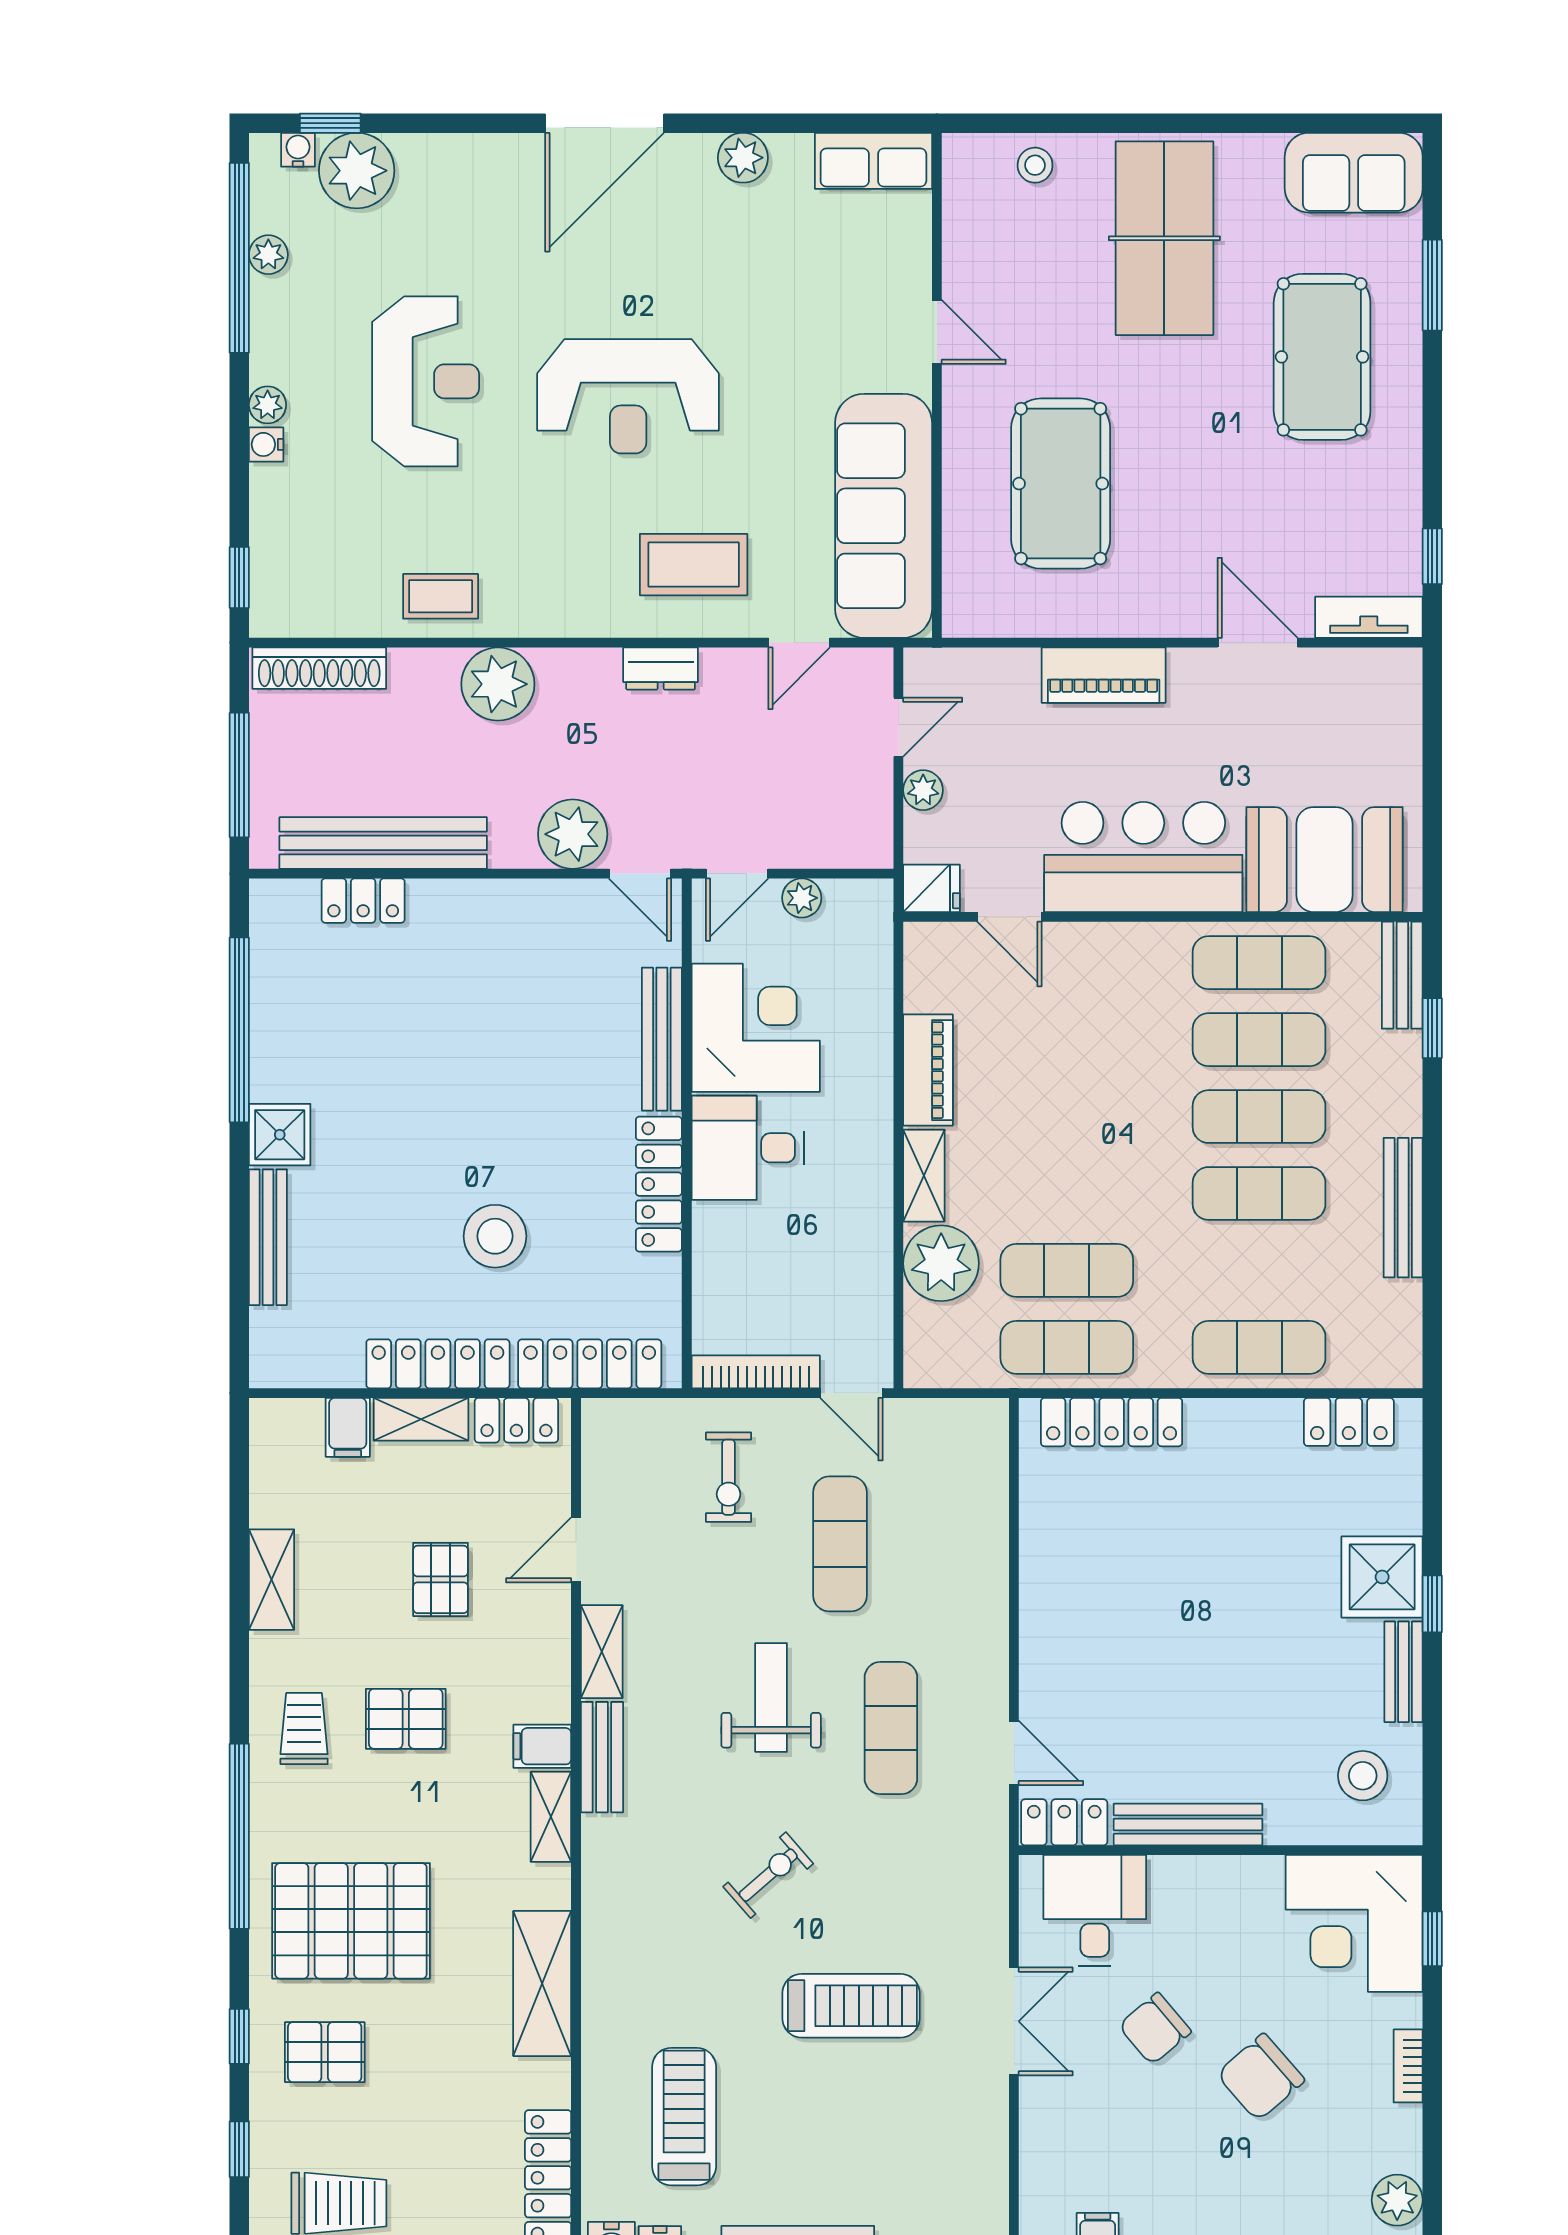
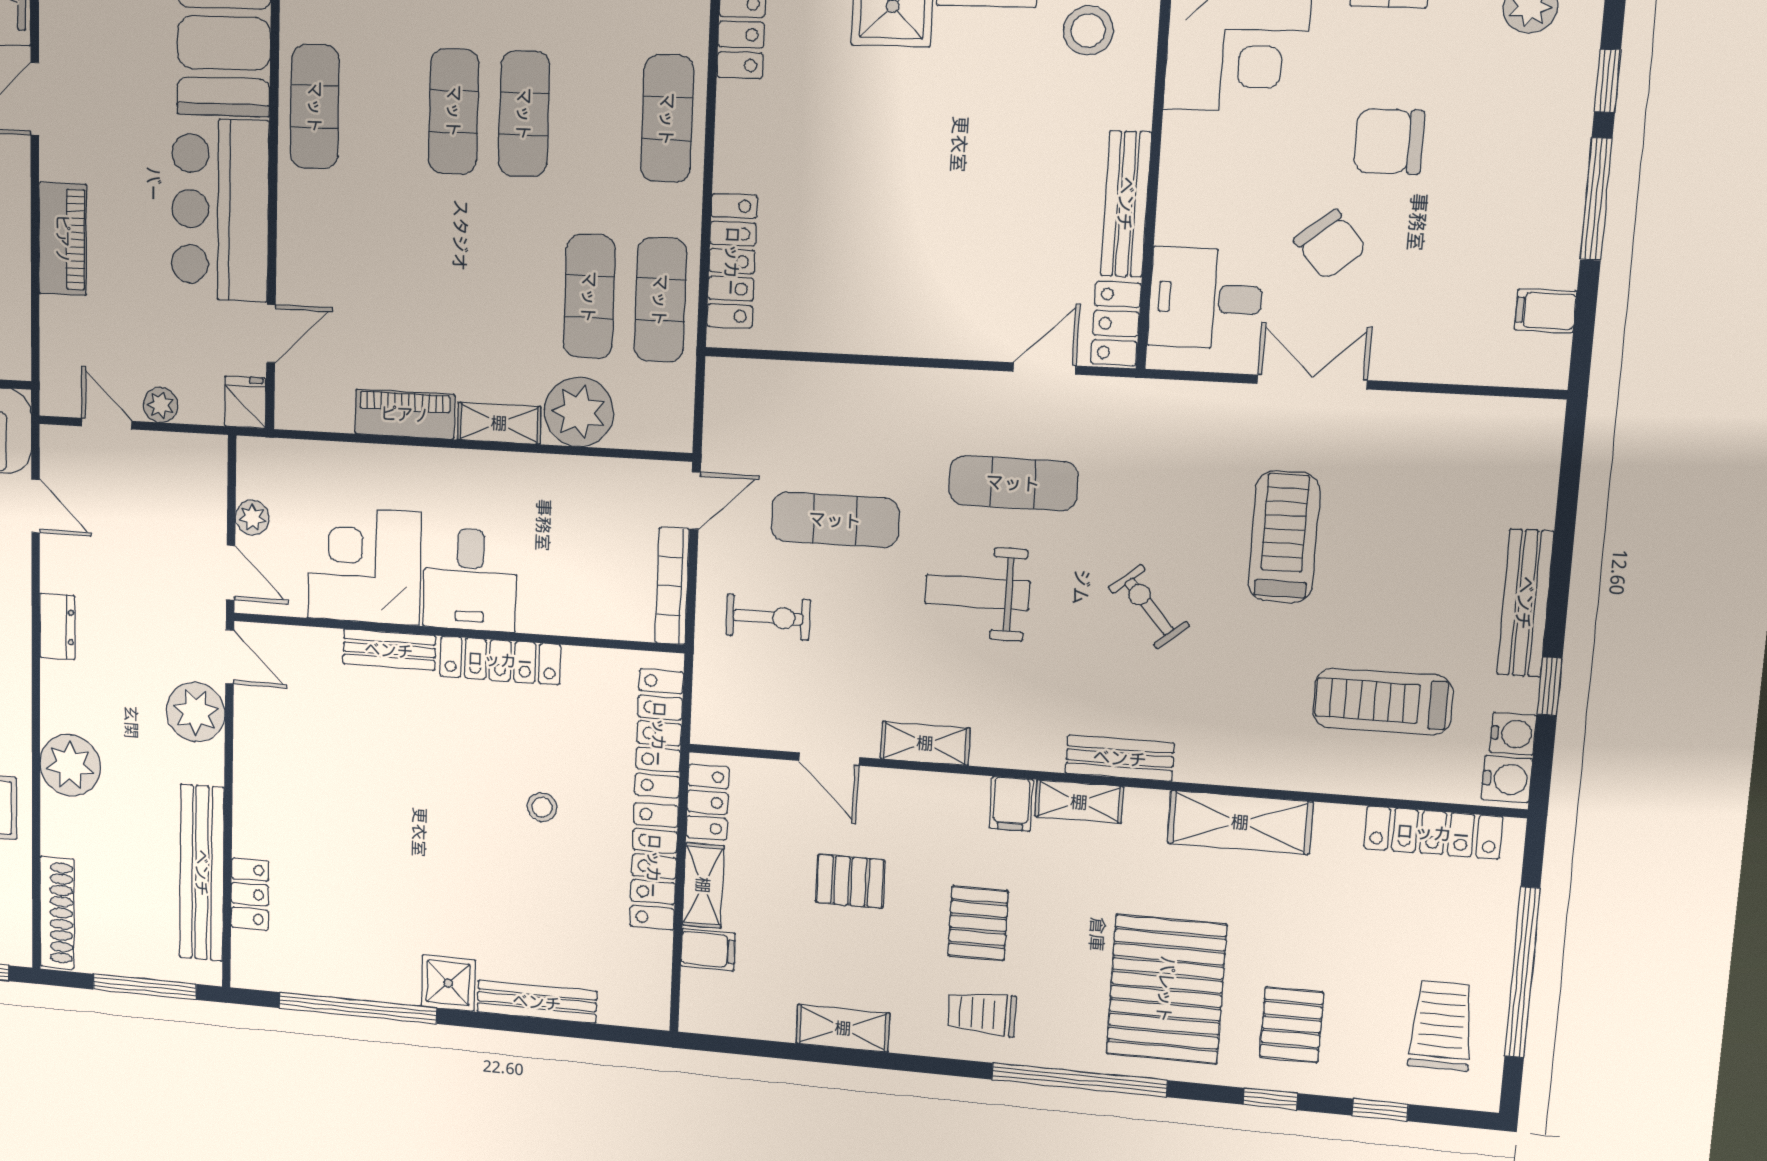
door: (640, 874) -> (230, 657), hinge flipped
bench: (662, 1039) -> (389, 650), width x0.73
exercise mat: (1259, 1040) -> (384, 109), removed
stool: (495, 1236) -> (542, 807), width x0.53, depth x0.53
bench: (602, 1757) -> (1120, 758), moved
chair: (1261, 2077) -> (1389, 141), turned 131

